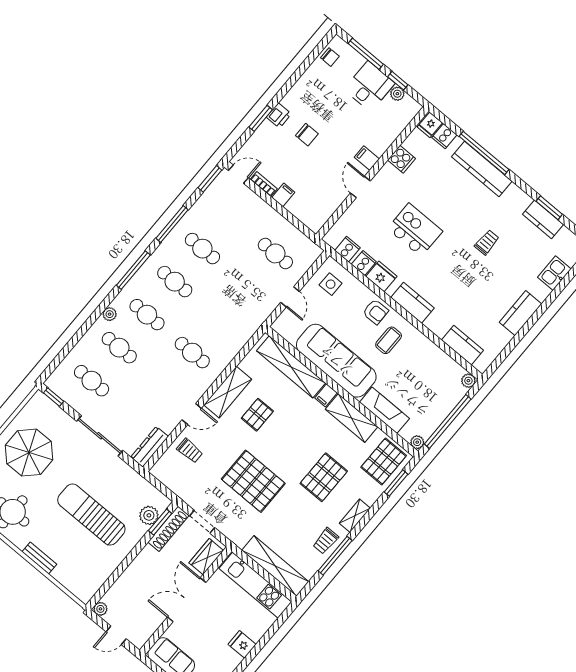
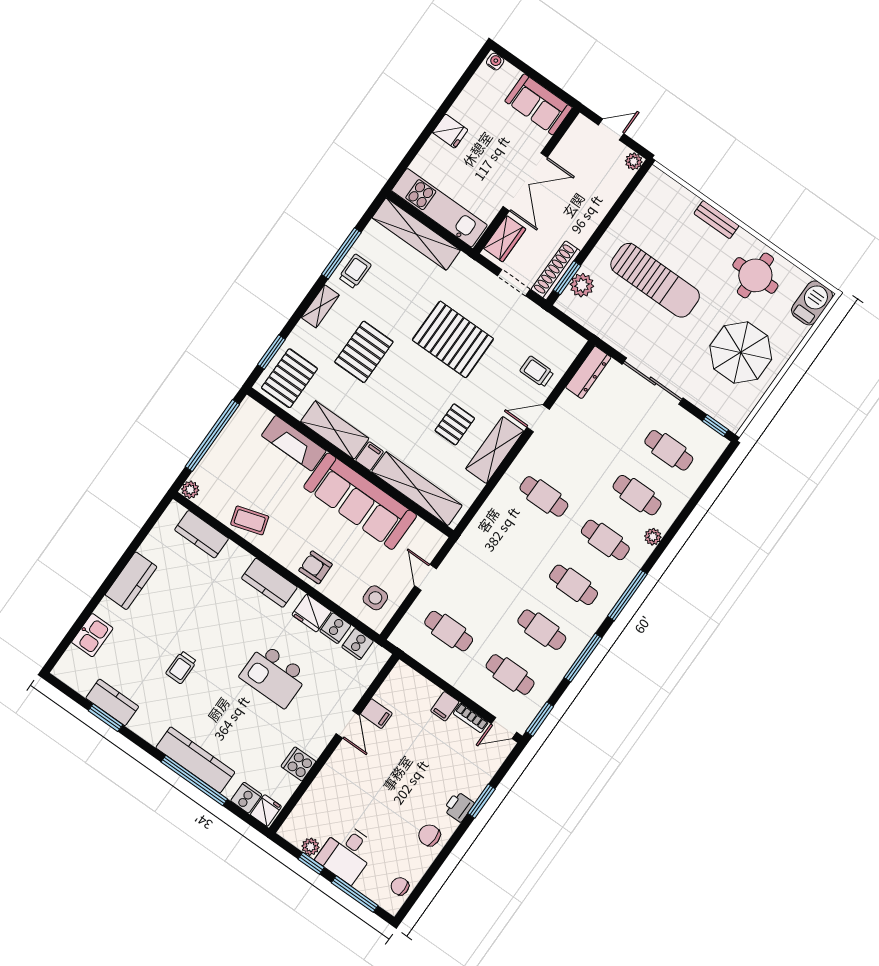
chair: (307, 135) -> (429, 835), moved
filing cabinet: (367, 158) -> (376, 714), moved
cafe table: (230, 216) -> (510, 675), added
coffee table: (389, 340) -> (250, 520), moved, turned 73
plant: (417, 442) -> (249, 406), removed

